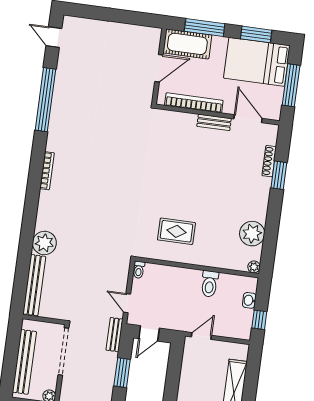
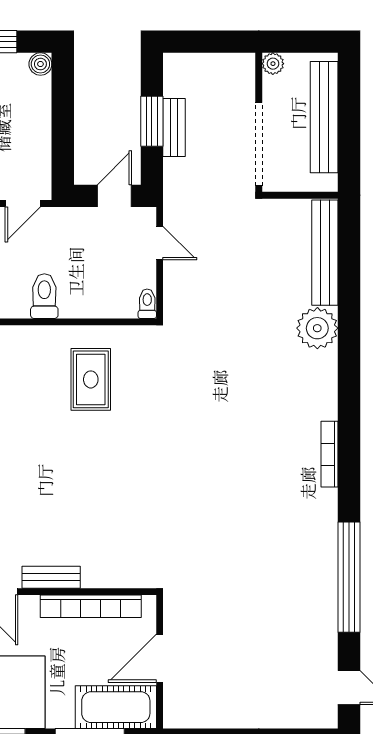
rug: (176, 231) -> (91, 379), turned 90
toilet: (210, 284) -> (44, 296), moved
bench: (114, 335) -> (174, 128), moved

